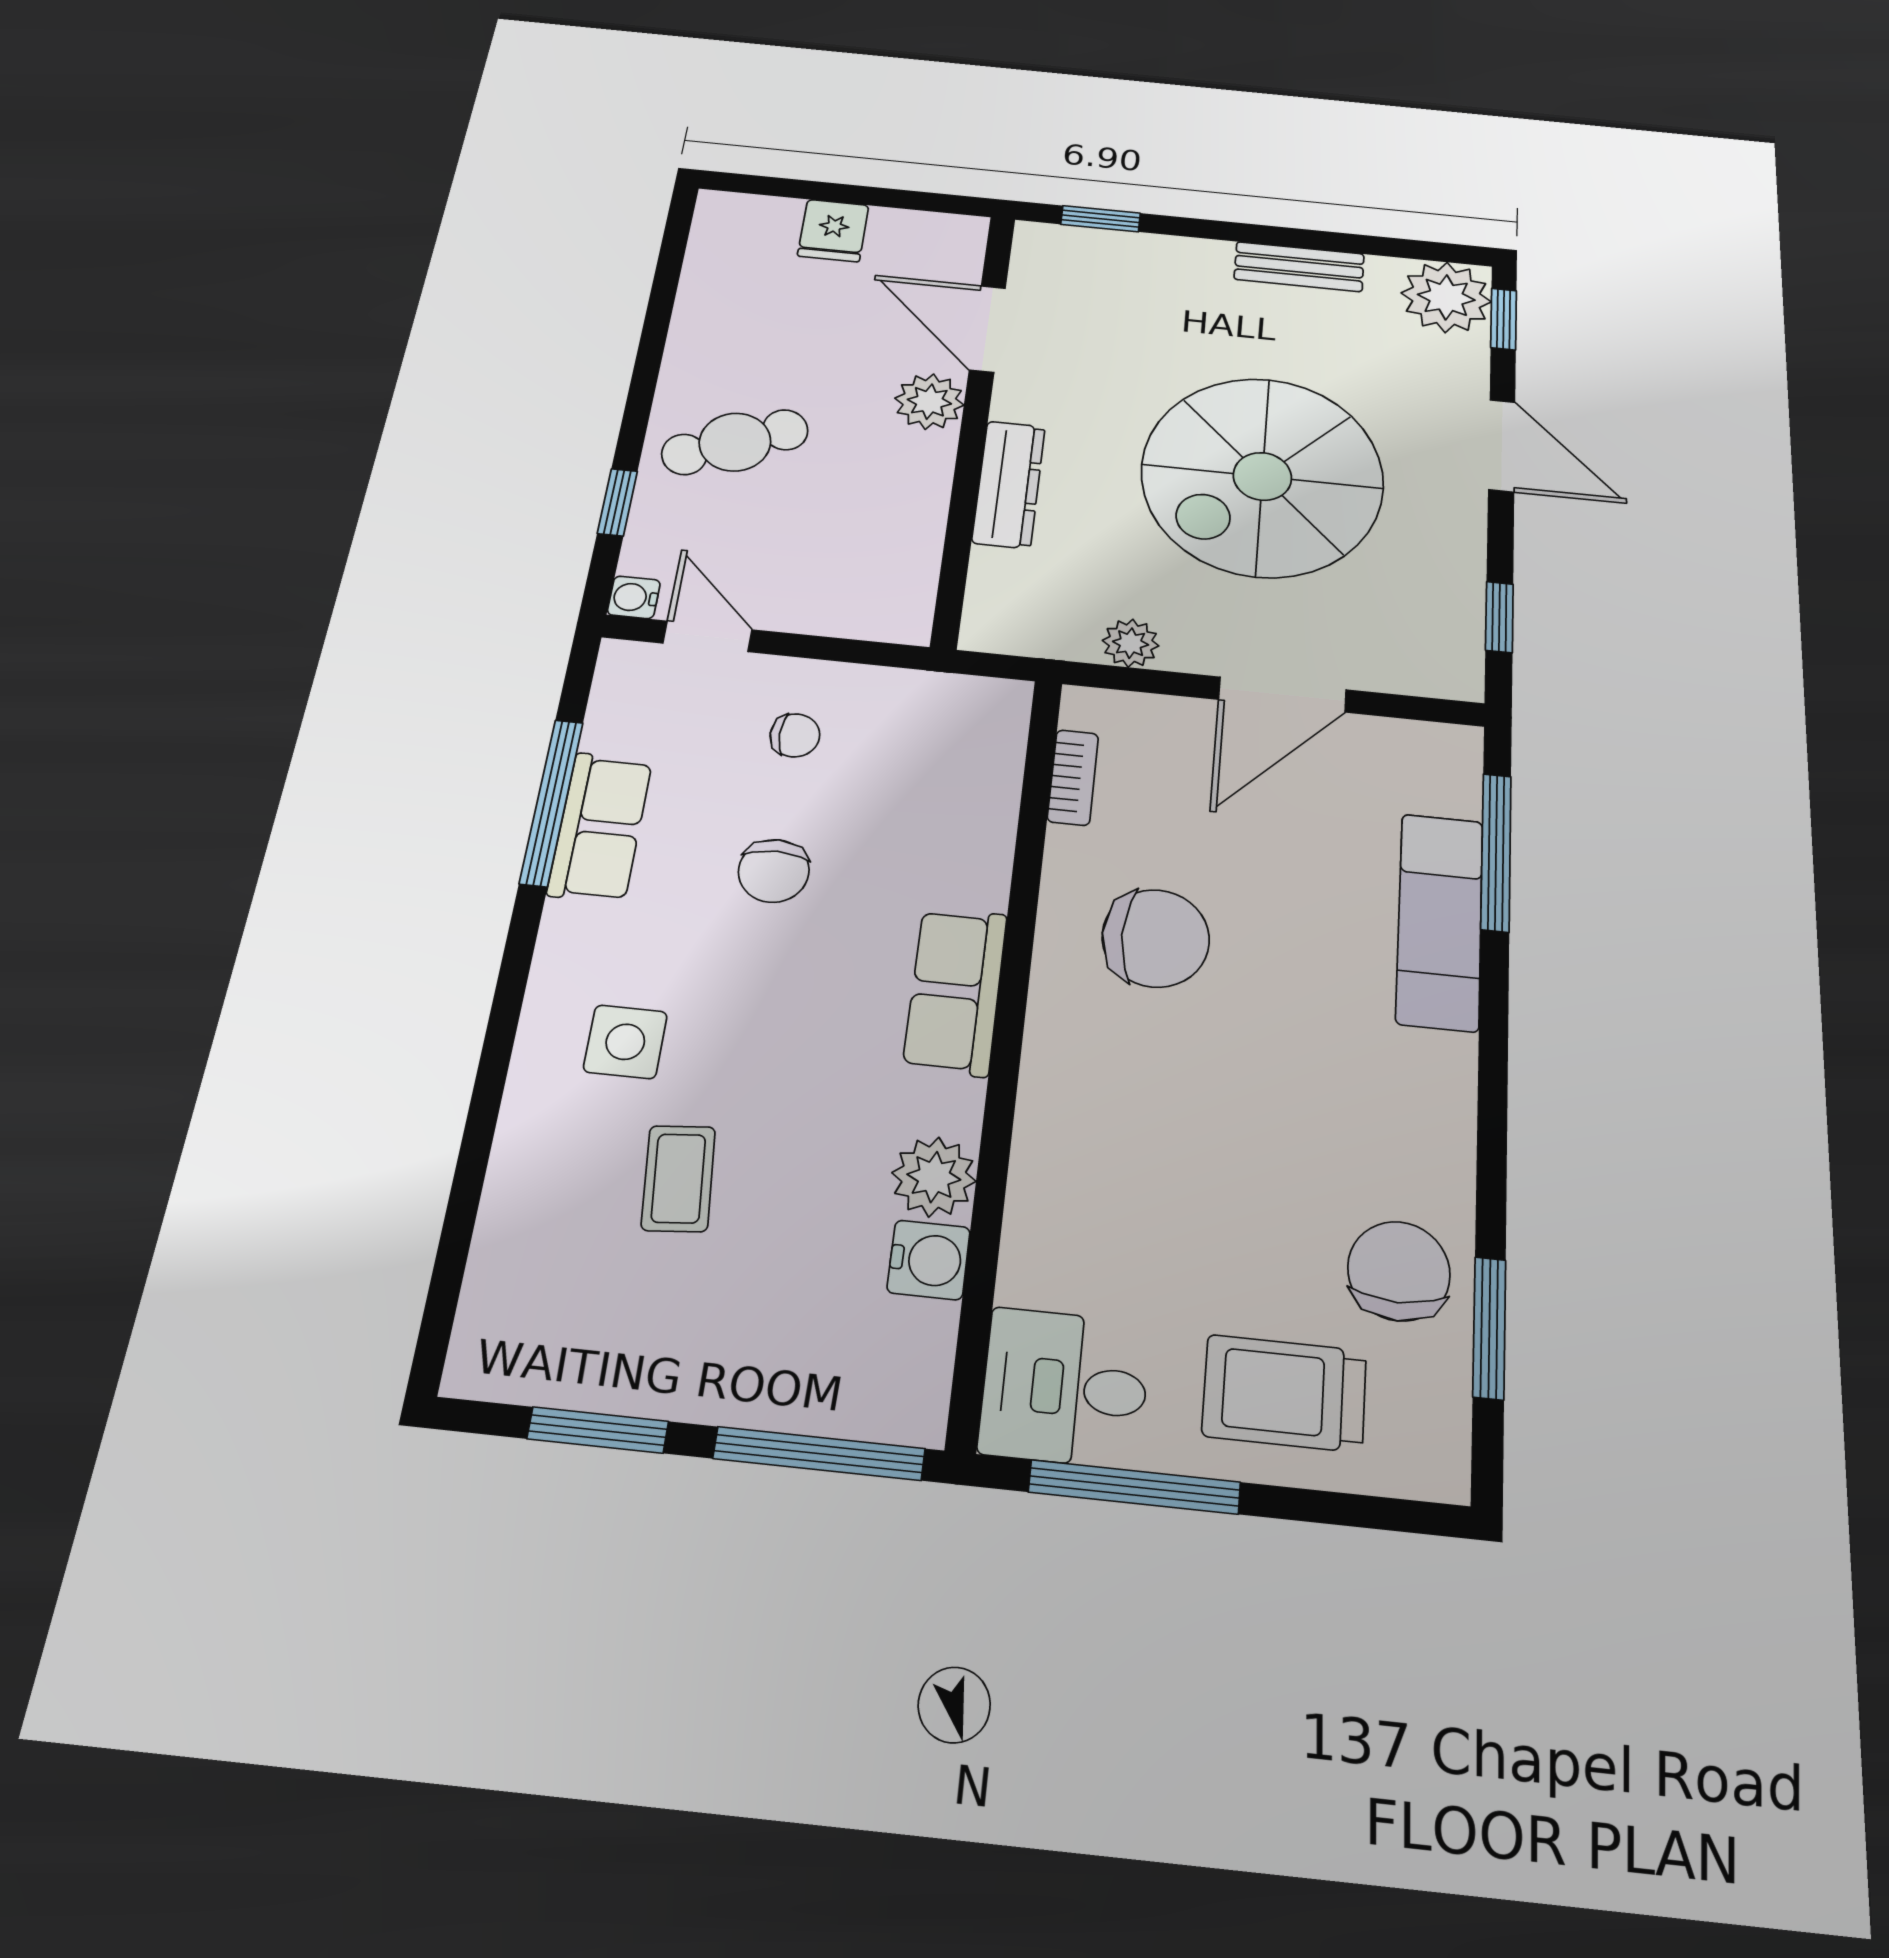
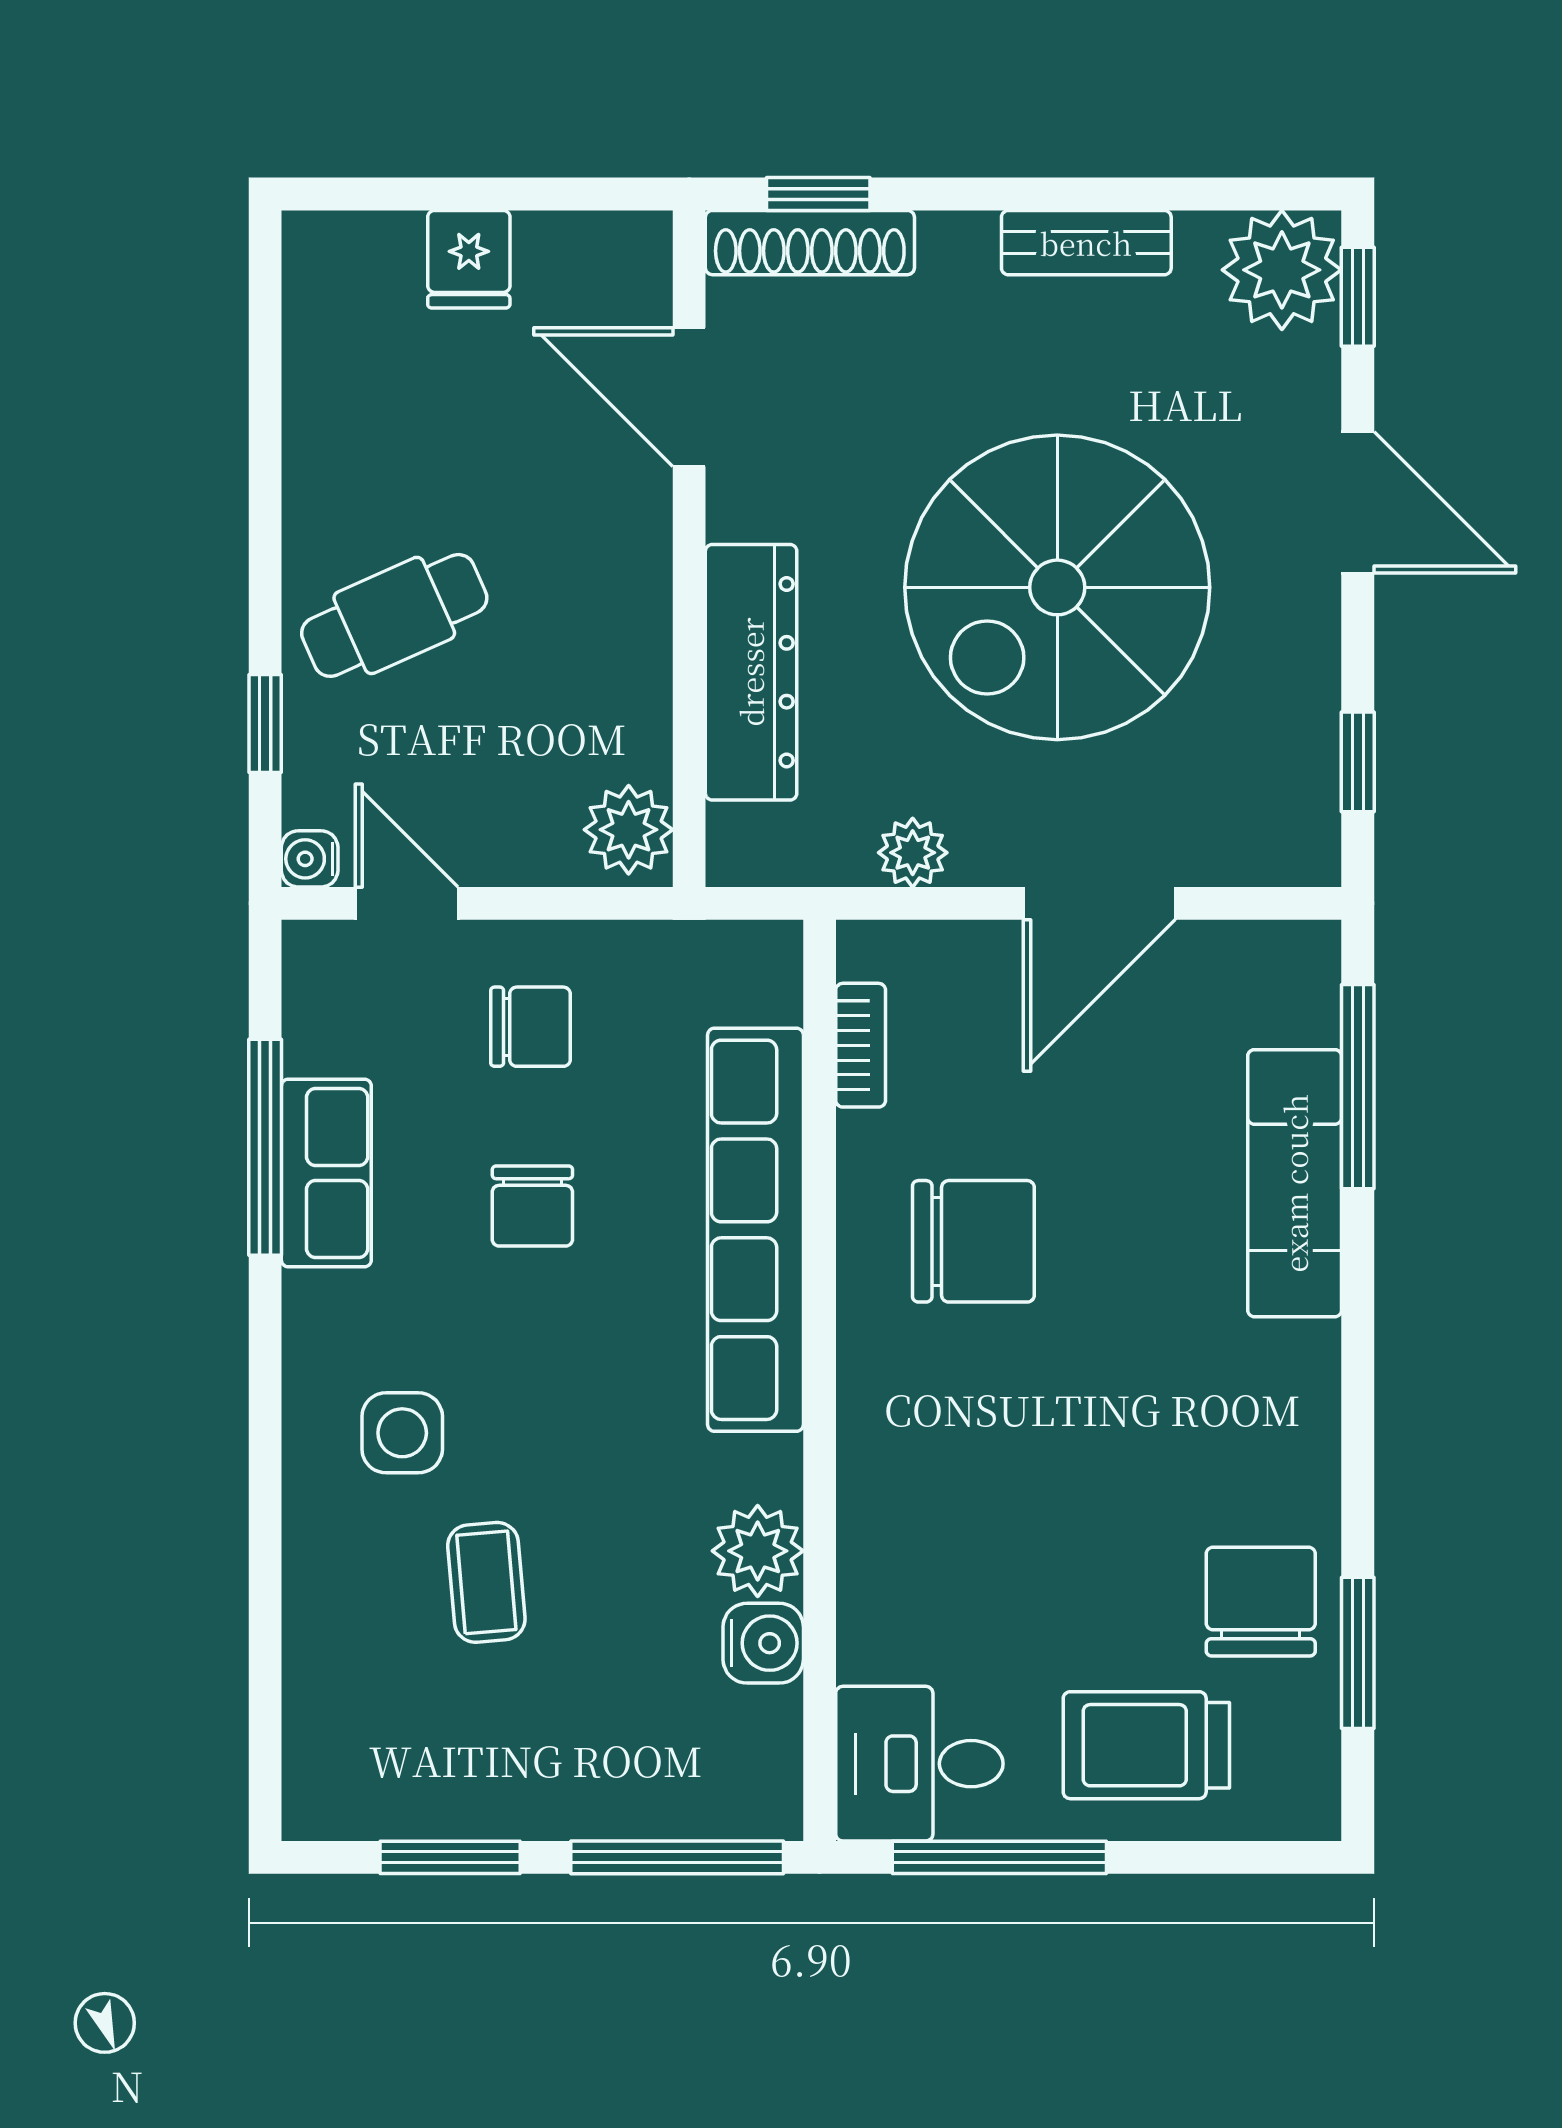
shoe rack: (1091, 246) -> (810, 243), added
plant: (929, 402) -> (629, 830), moved
dresser: (1009, 484) -> (751, 672), width x1.37, depth x1.24
chair: (795, 735) -> (530, 1027), width x1.37, depth x1.37
row of seats: (955, 991) -> (755, 1230), width x2.02

